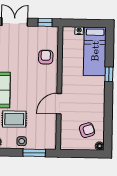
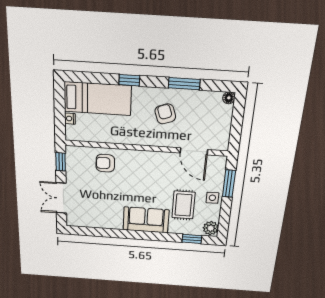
door: (59, 104) -> (194, 151), moved
window: (108, 113) -> (184, 84), added
armchair: (87, 130) -> (165, 114), moved

